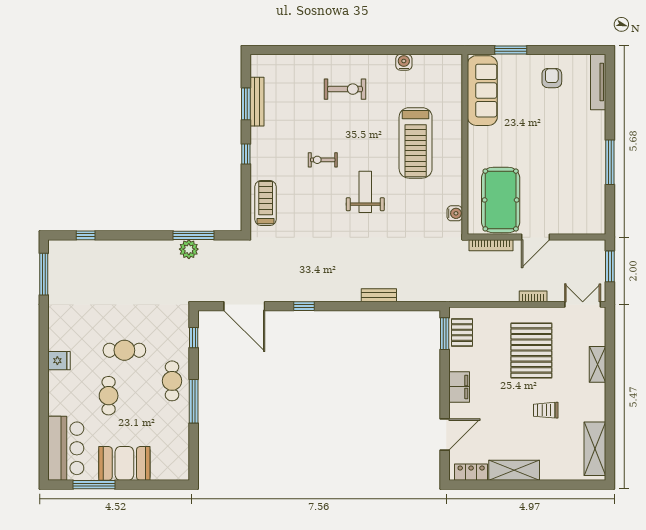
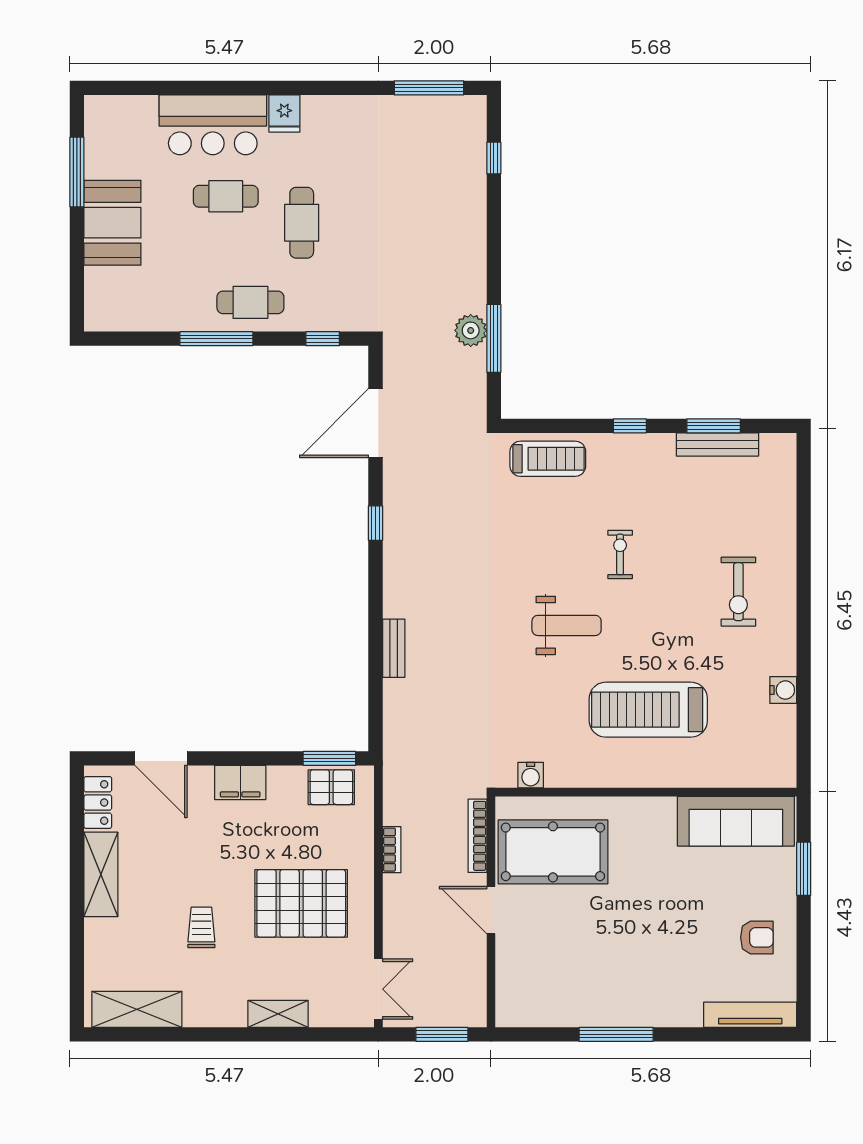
bookcase: (533, 296) -> (392, 850), moved
bar counter: (66, 448) -> (213, 125), moved

